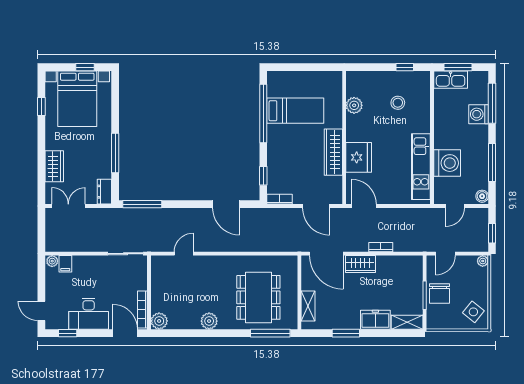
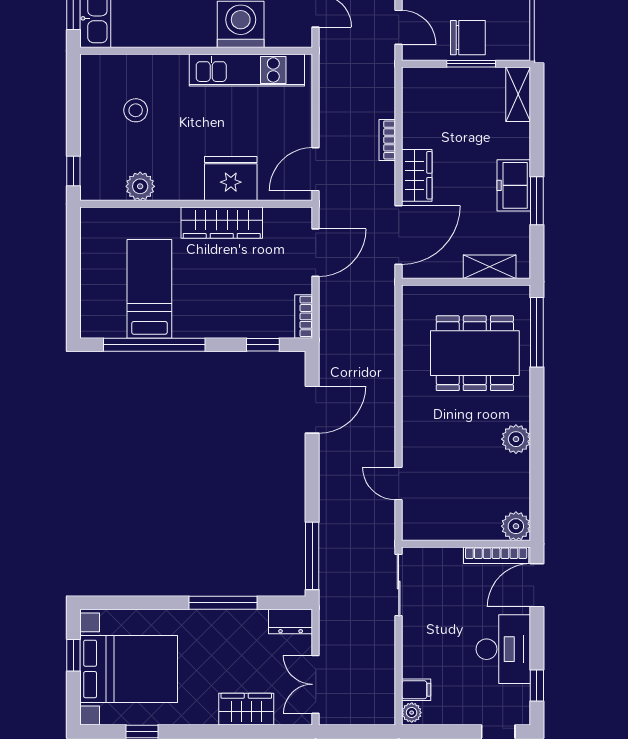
window: (405, 67) -> (73, 171), moved
freezer: (375, 320) -> (514, 185), moved

